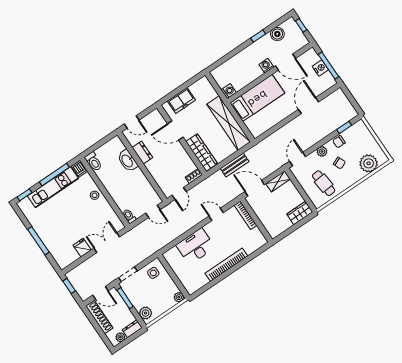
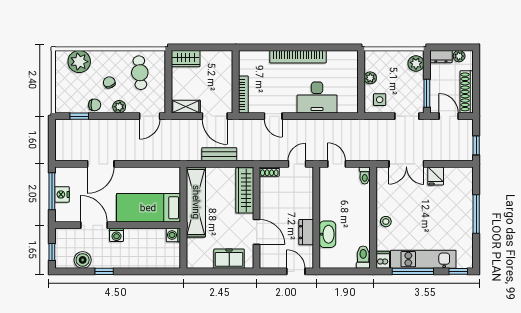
plant: (179, 297) -> (370, 78), moved

